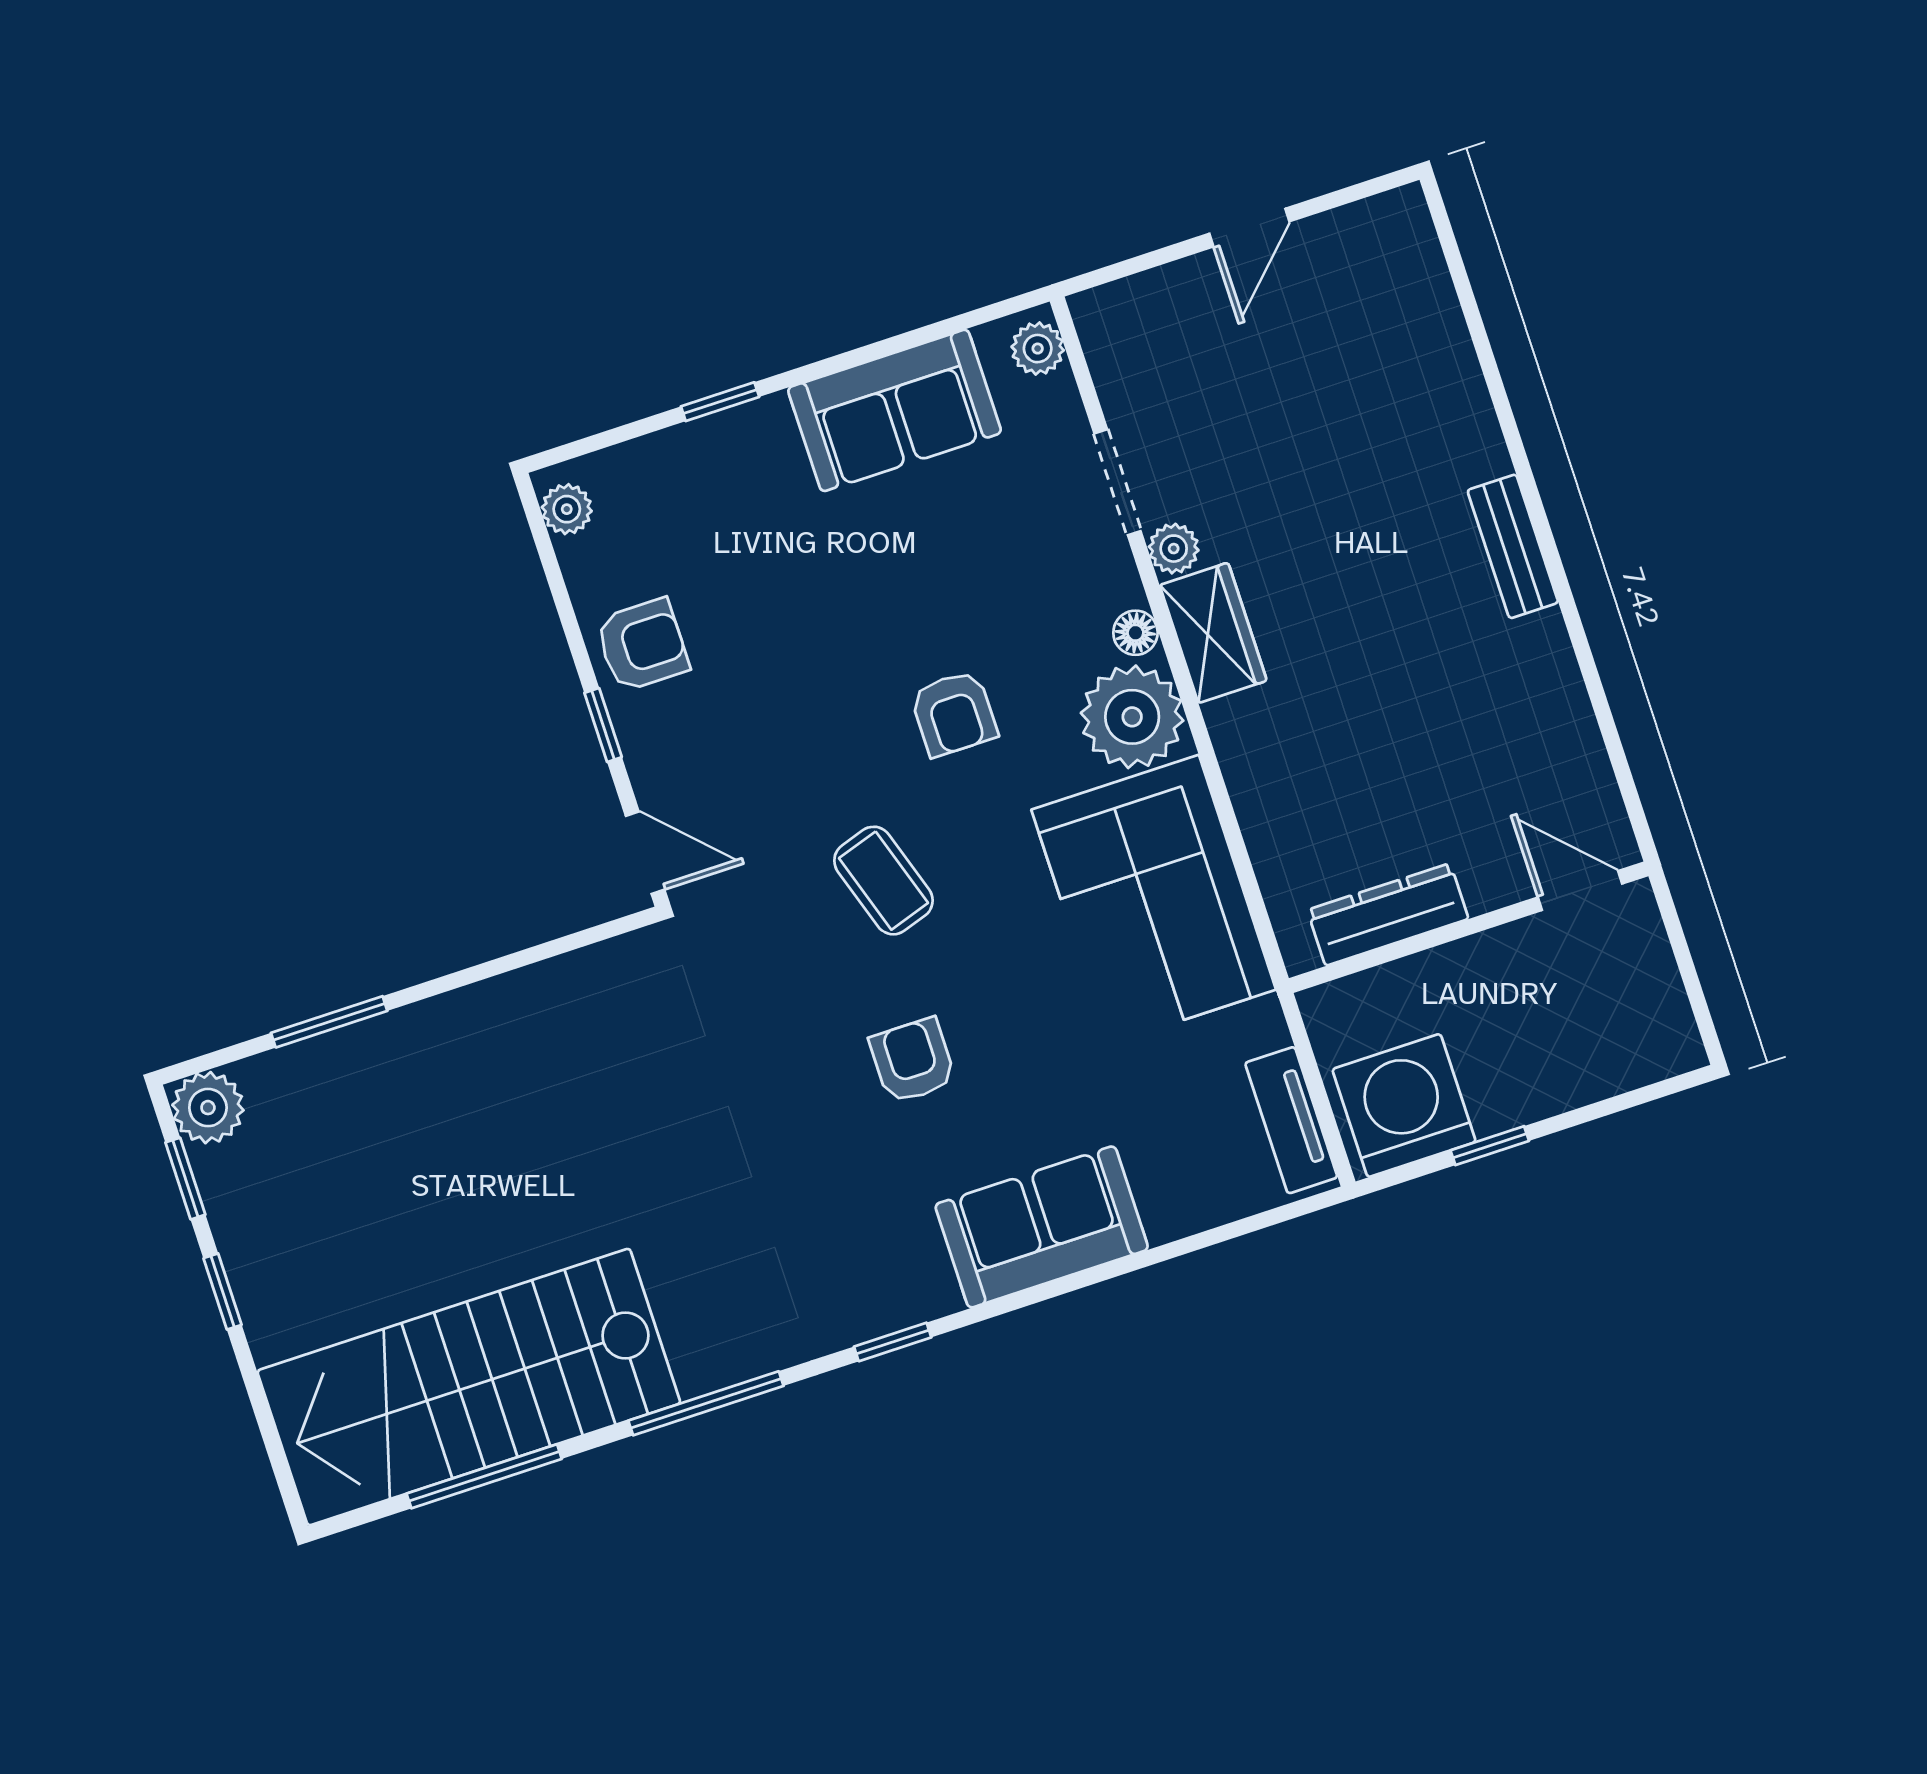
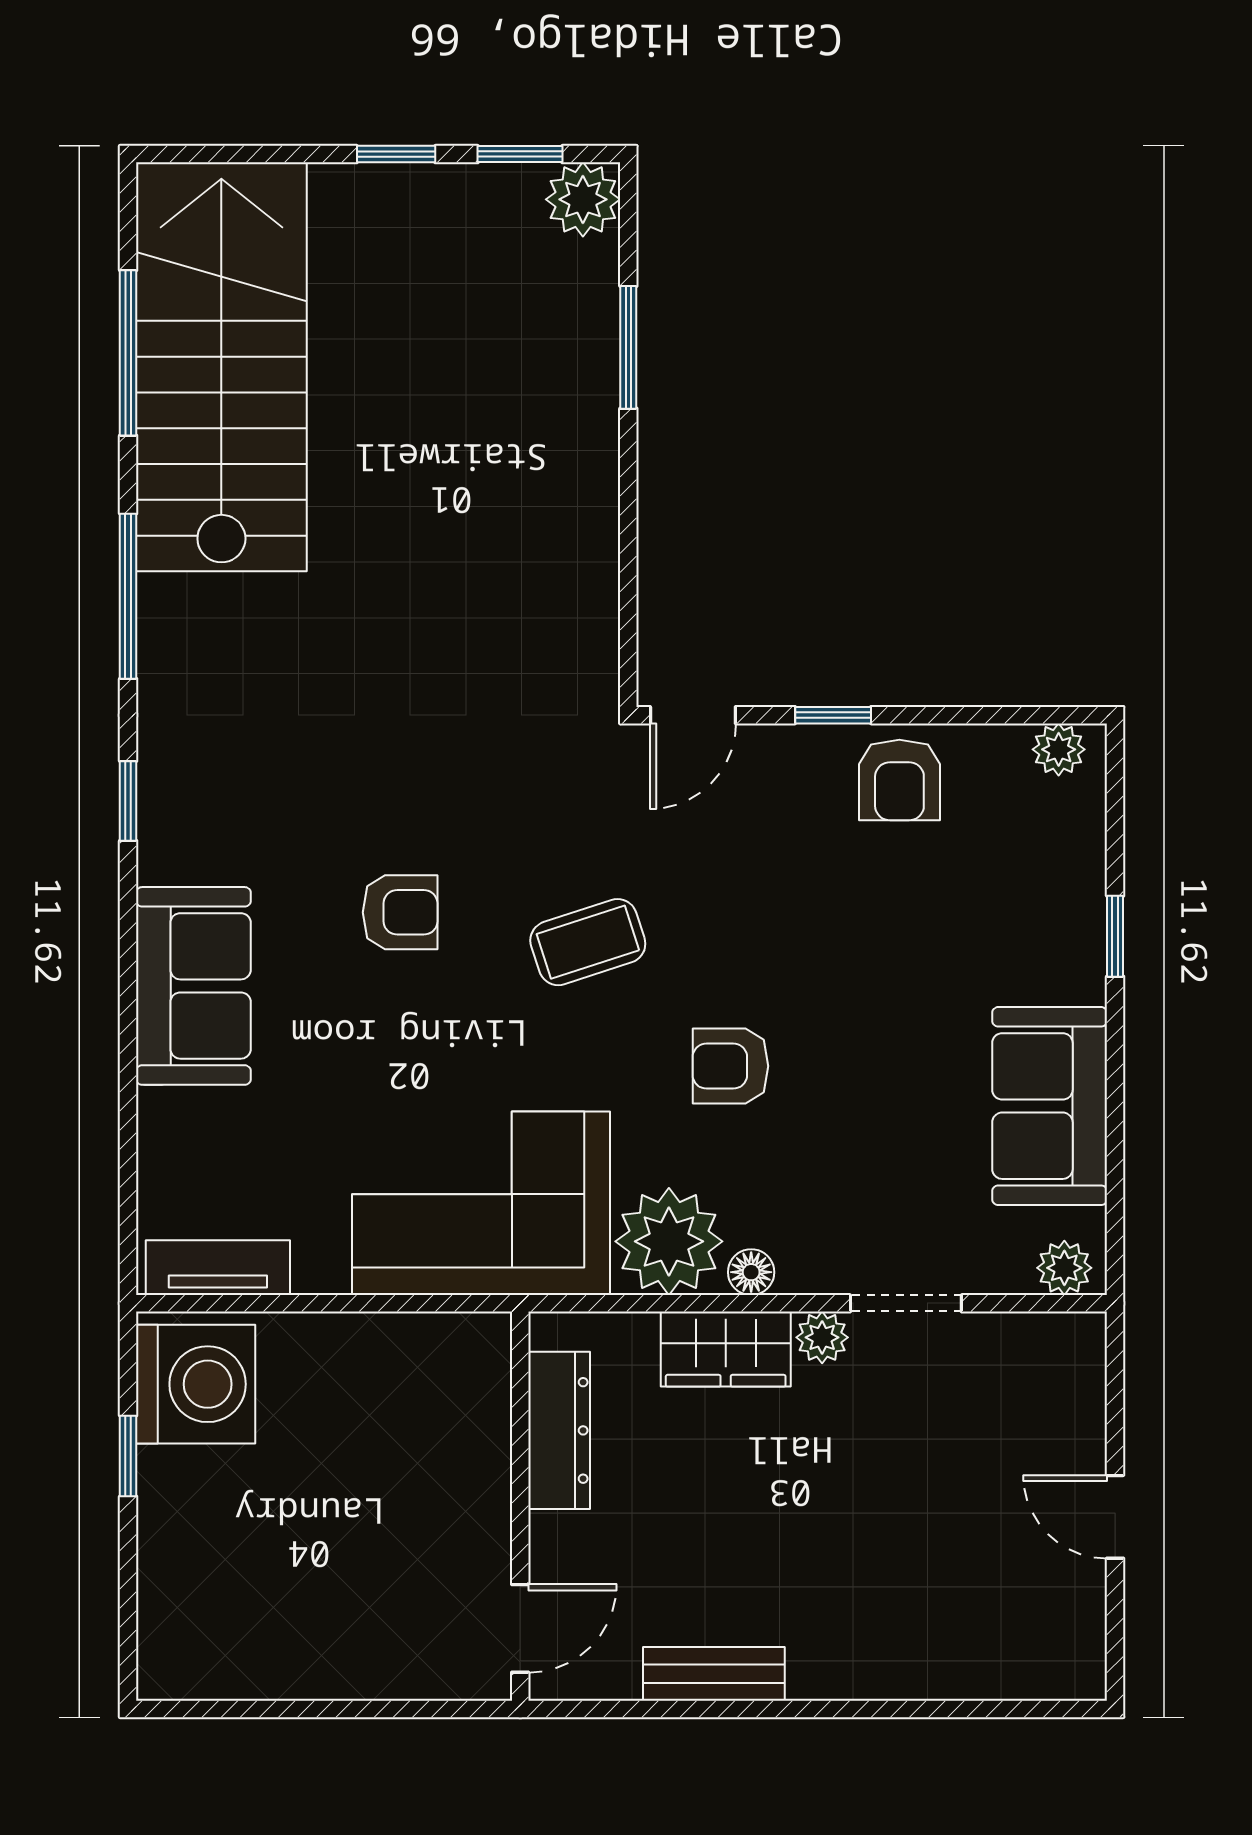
door: (1580, 891) -> (520, 1628), moved
dresser: (1388, 914) -> (559, 1430), moved
wall: (1469, 927) -> (520, 1506), moved

